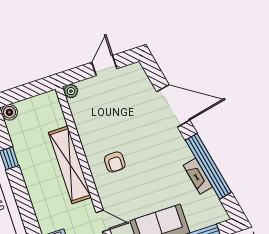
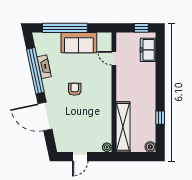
armchair: (115, 162) -> (75, 89), moved
shelving: (70, 165) -> (123, 127), moved

